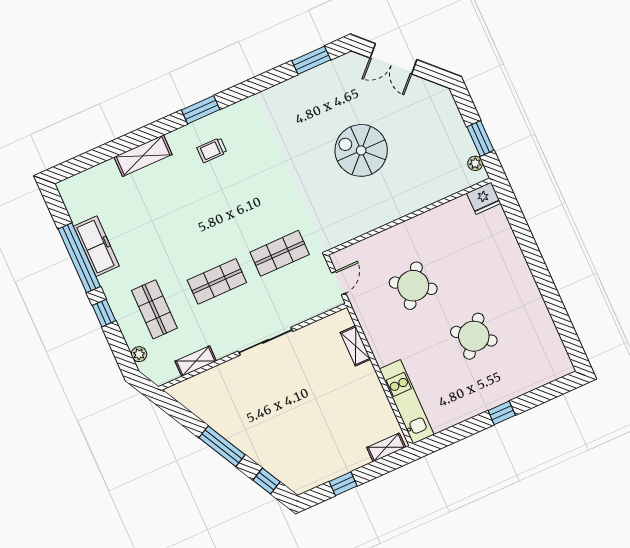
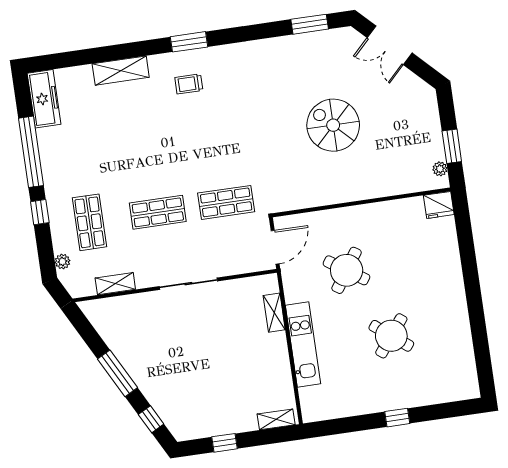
freezer: (96, 246) -> (44, 99), moved
door: (339, 283) -> (275, 247), width x1.38
kitchen unit: (407, 402) -> (303, 345), moved

